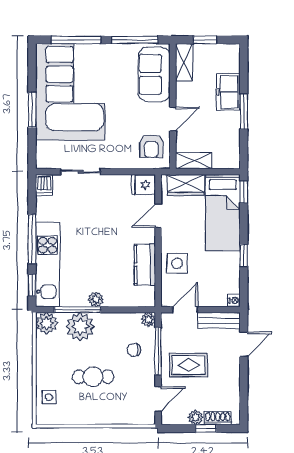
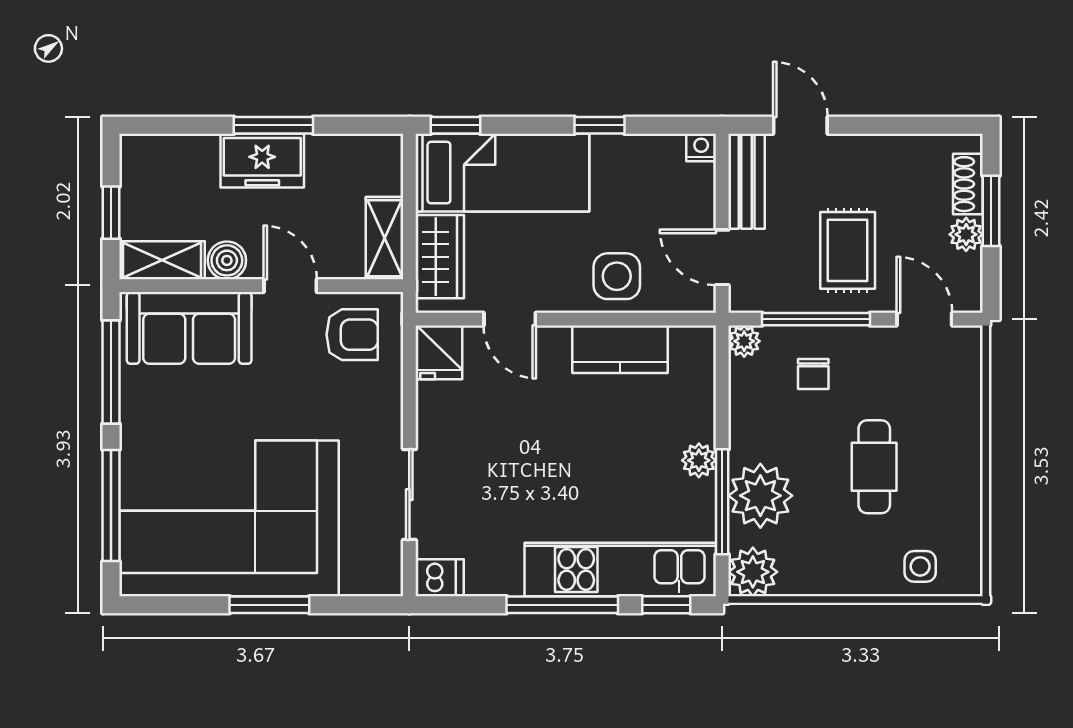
boiler: (184, 91) -> (227, 260), added
freezer: (228, 92) -> (262, 161), moved
window: (206, 428) -> (991, 211), width x1.50

